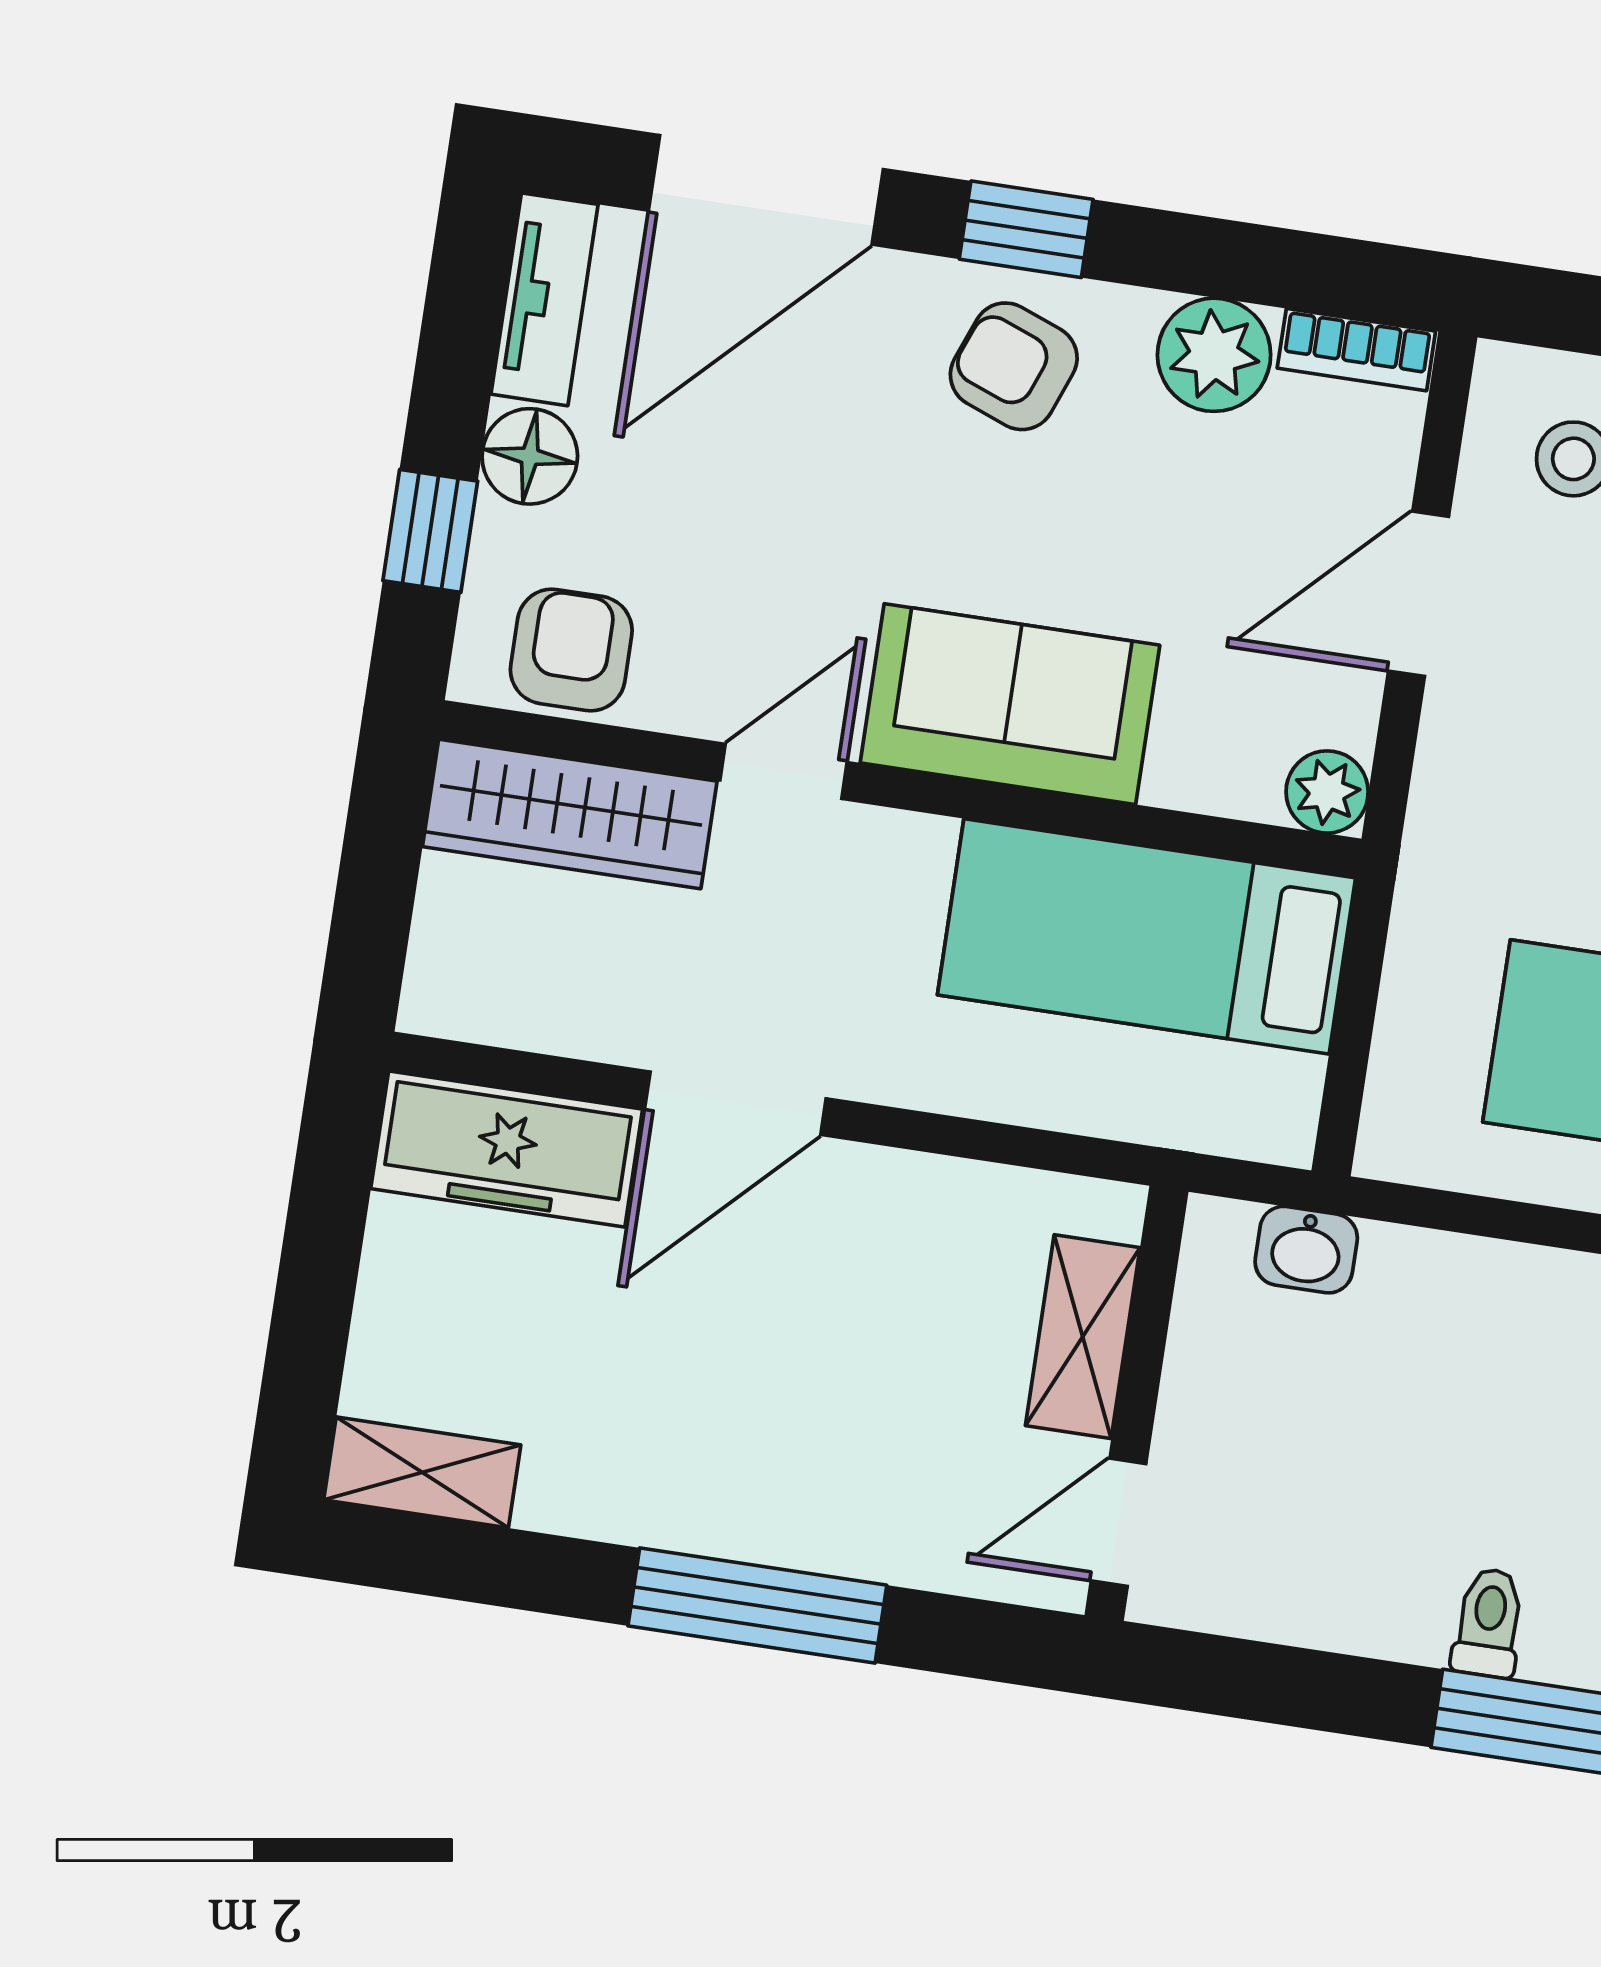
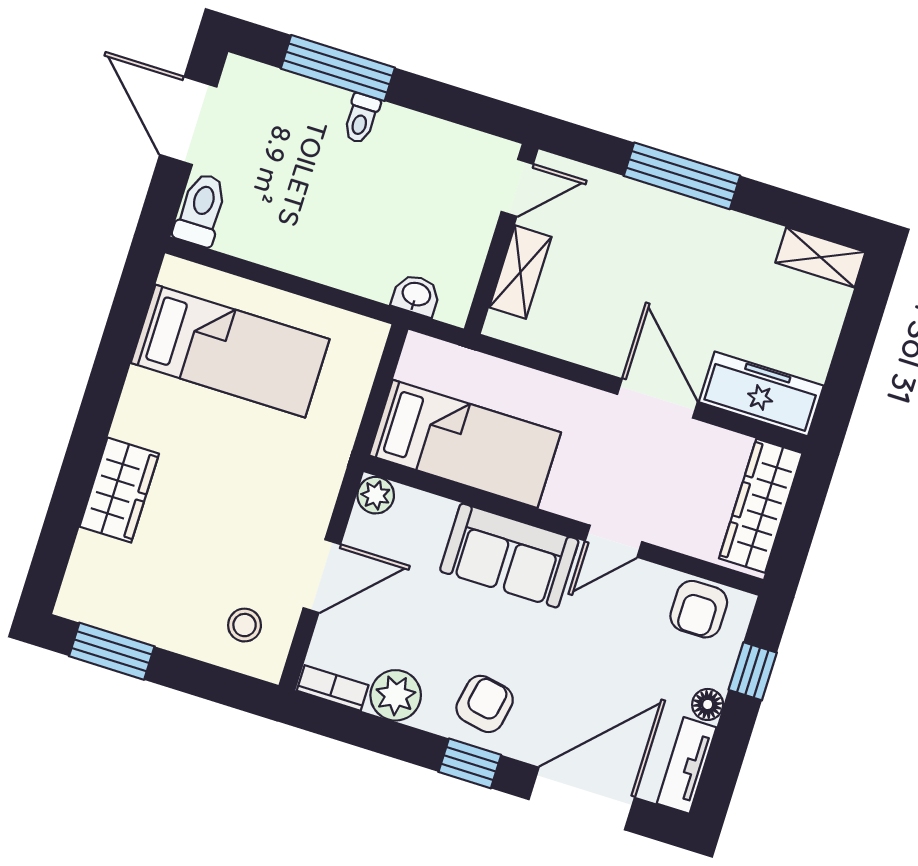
armchair: (1014, 366) -> (485, 704), turned -100
floor lamp: (530, 456) -> (708, 704), width x0.73, depth x0.73
wardrobe: (570, 814) -> (761, 506), moved, turned -90
door: (735, 1103) -> (657, 398), hinge flipped

